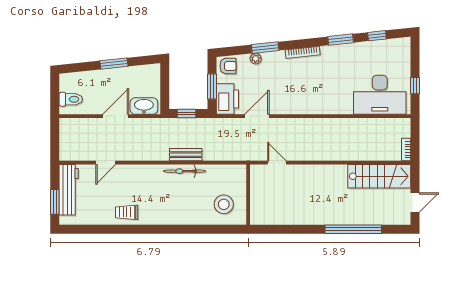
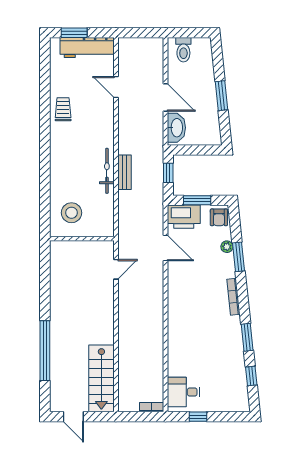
desk: (380, 95) -> (183, 392), width x0.53, depth x0.77
bookcase: (406, 150) -> (152, 407), moved

